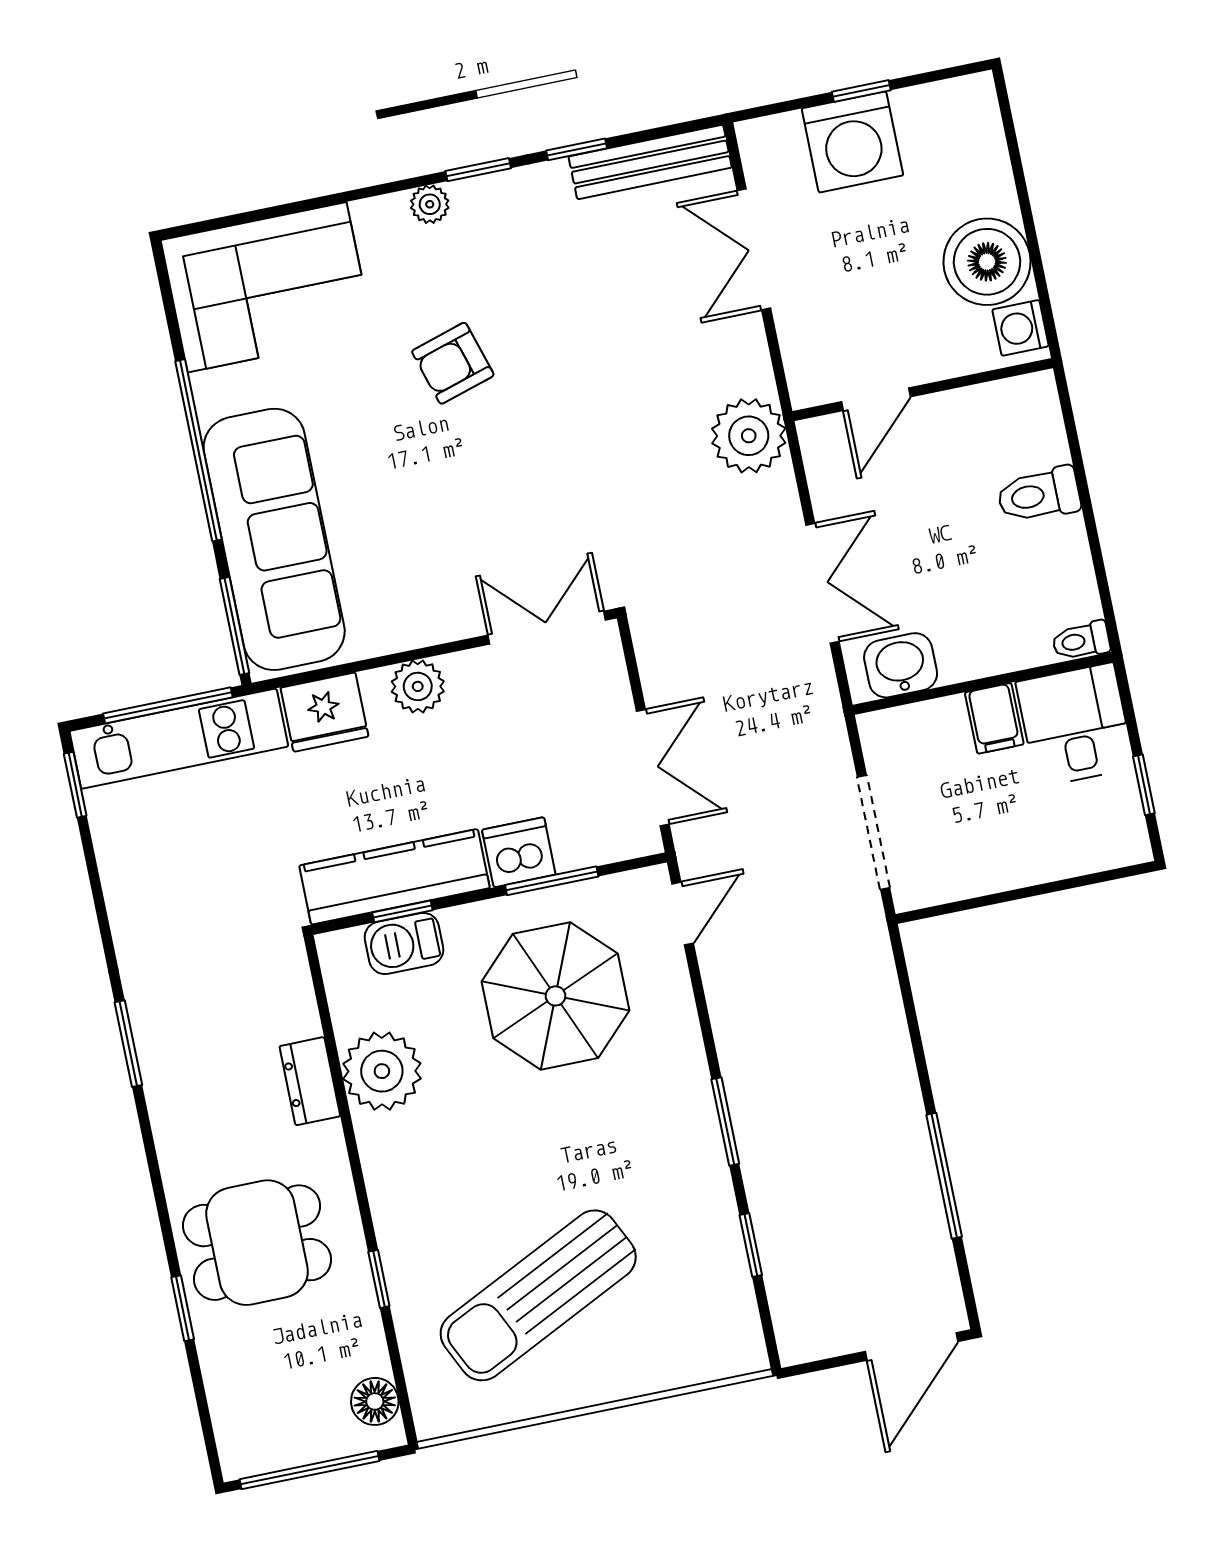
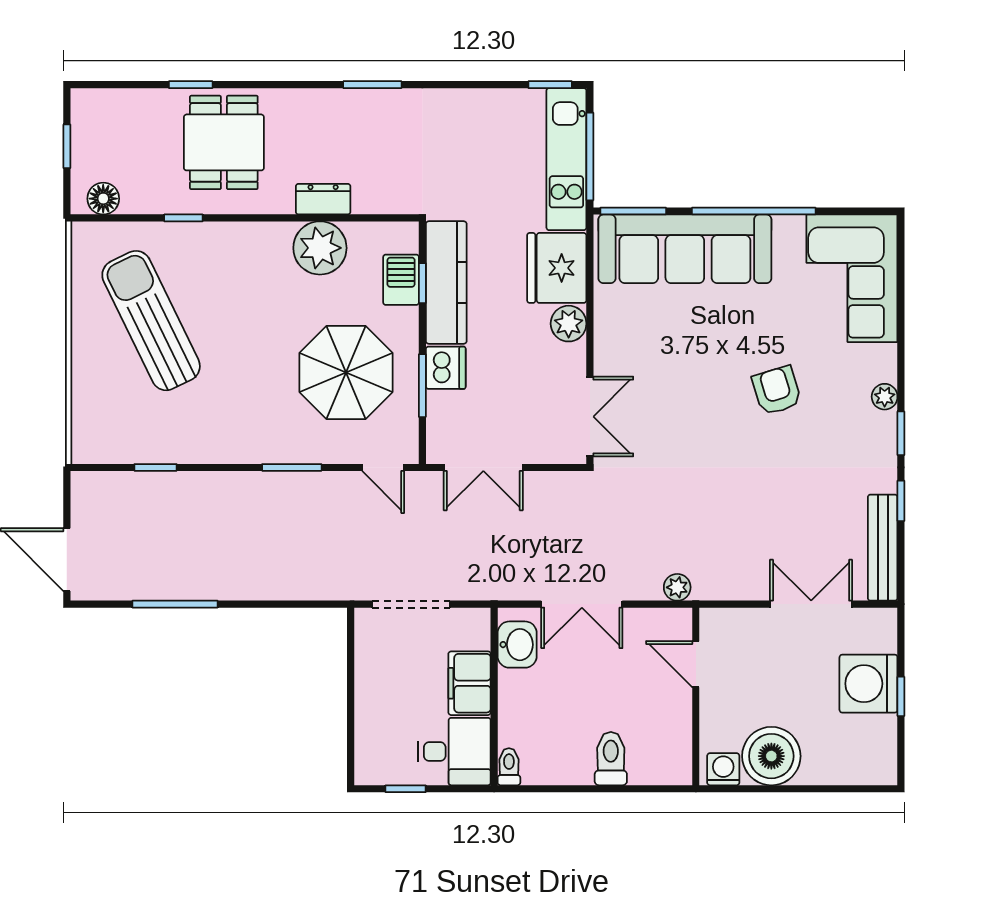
plant: (749, 436) -> (677, 587), width x0.53, depth x0.53
fridge: (324, 712) -> (557, 268), width x1.36, depth x1.34
filing cabinet: (994, 718) -> (470, 683), width x2.00
window: (725, 1121) -> (292, 467), moved
window: (310, 1470) -> (67, 146), width x0.46

